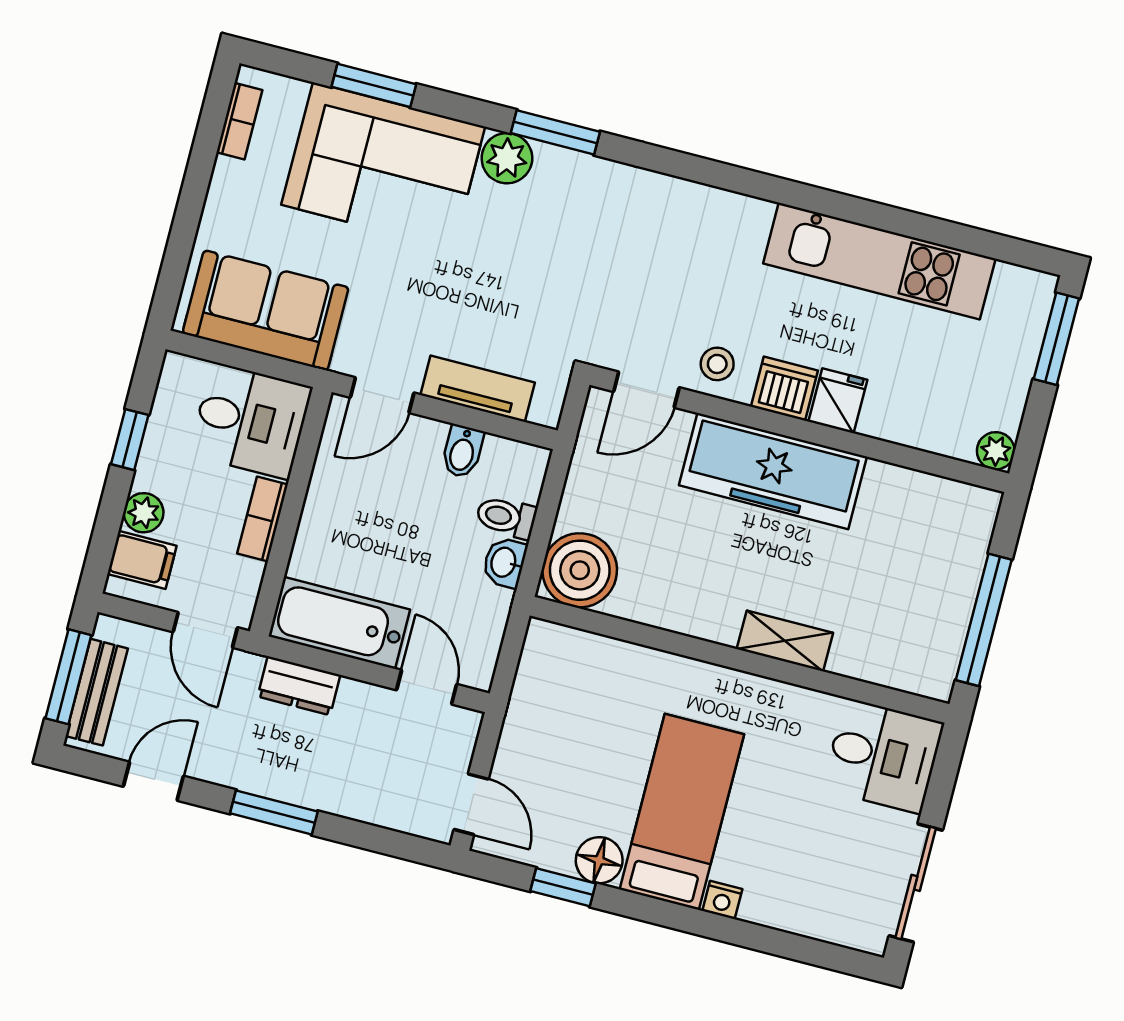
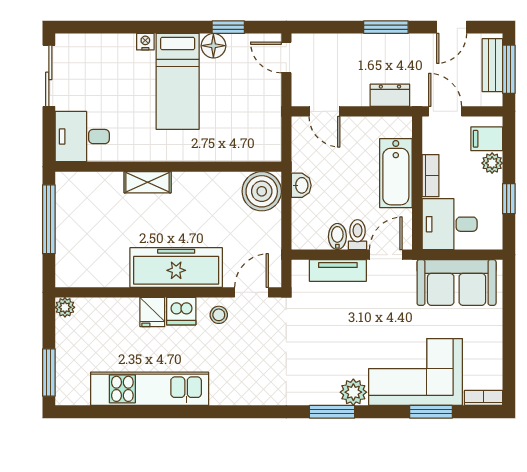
bookcase: (239, 121) -> (484, 398), moved, turned 90
toilet: (506, 517) -> (357, 235), moved, turned -90
bathtub: (339, 623) -> (396, 173), moved, turned 90

